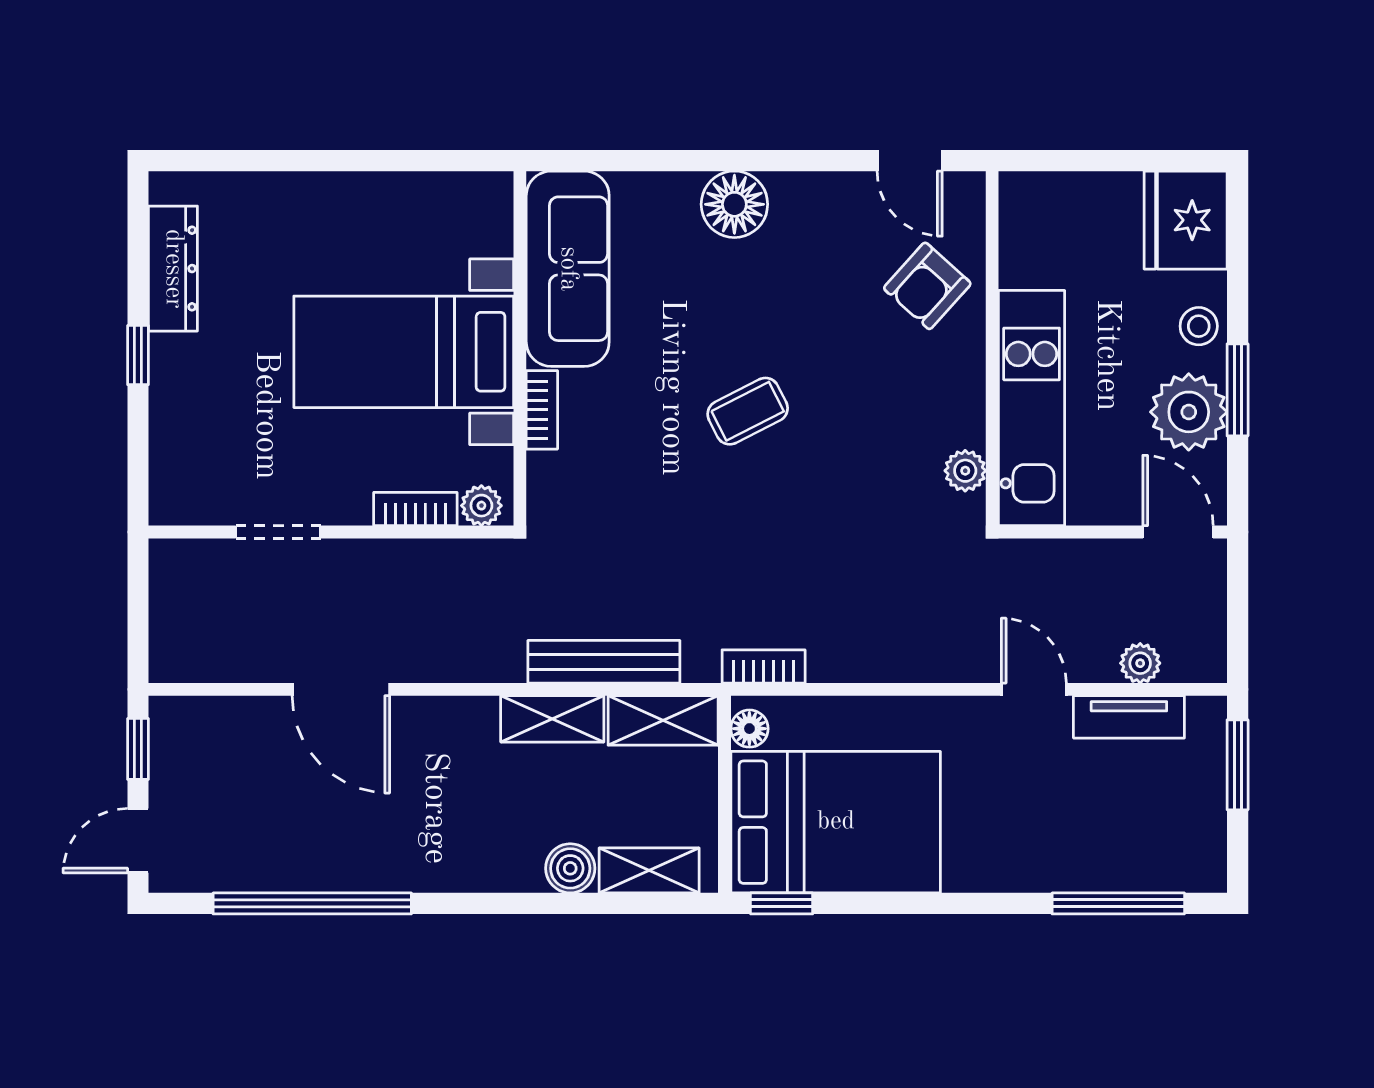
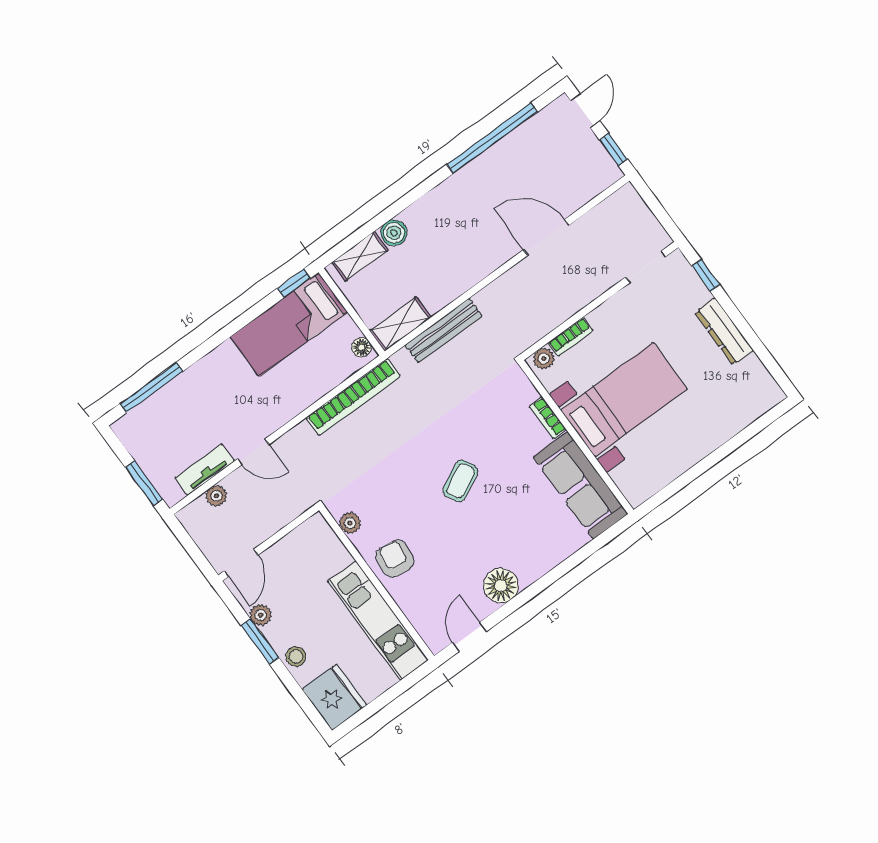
door: (910, 161) -> (469, 637), hinge flipped
floor lamp: (734, 204) -> (501, 586), moved
dresser: (173, 269) -> (724, 331), moved
armchair: (927, 286) -> (395, 559), moved, turned -35
window: (138, 355) -> (706, 275), moved
kitchen unit: (1032, 408) -> (378, 621), moved
plant: (1189, 412) -> (261, 615), width x0.53, depth x0.53
doorway: (278, 532) -> (646, 267), moved
door: (1178, 532) -> (241, 563), hinge flipped
bookcase: (764, 666) -> (353, 397), width x2.31, depth x1.31
shelving: (552, 719) -> (448, 290), removed
bed: (836, 822) -> (289, 324), width x0.67

